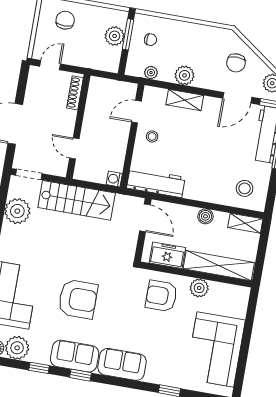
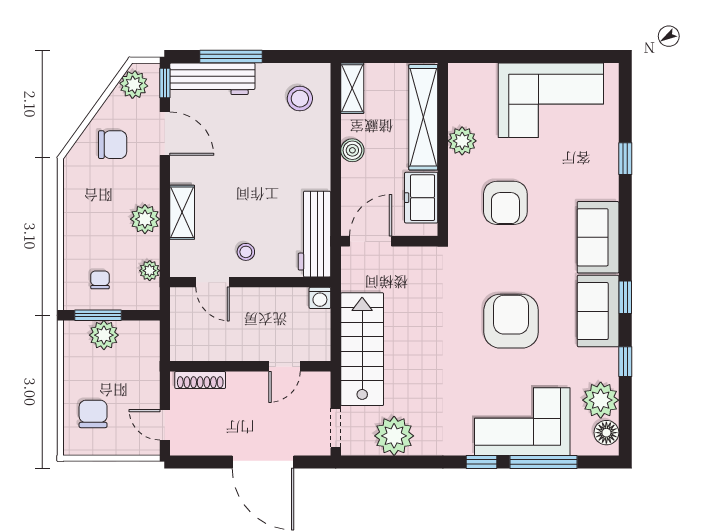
chair: (65, 20) -> (93, 414), turned 90
armchair: (161, 296) -> (505, 203), moved

